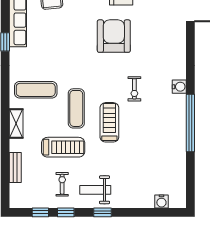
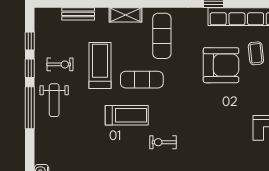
armchair: (114, 36) -> (221, 65), moved
treadmill: (63, 147) -> (100, 65), turned 180
weight bench: (95, 190) -> (54, 100), turned 180
window: (102, 212) -> (30, 108), width x2.17

